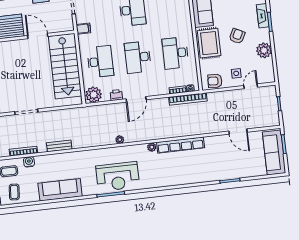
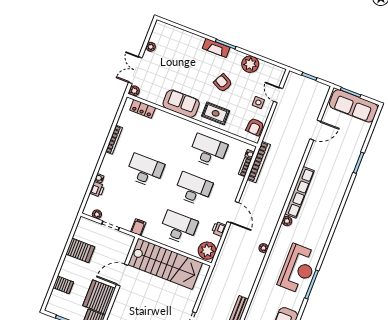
rug: (209, 43) -> (216, 113), width x0.73, depth x0.70
desk: (175, 53) -> (208, 151), turned 180
desk: (138, 57) -> (193, 189), turned 180

